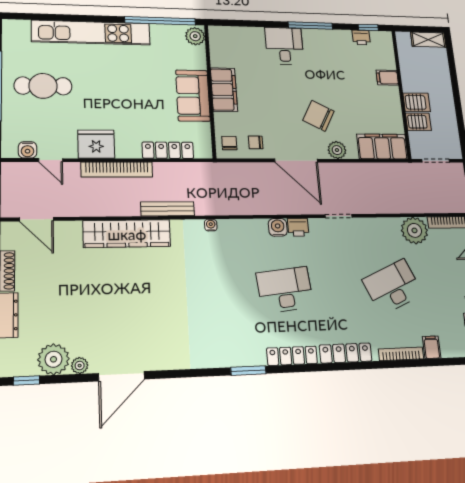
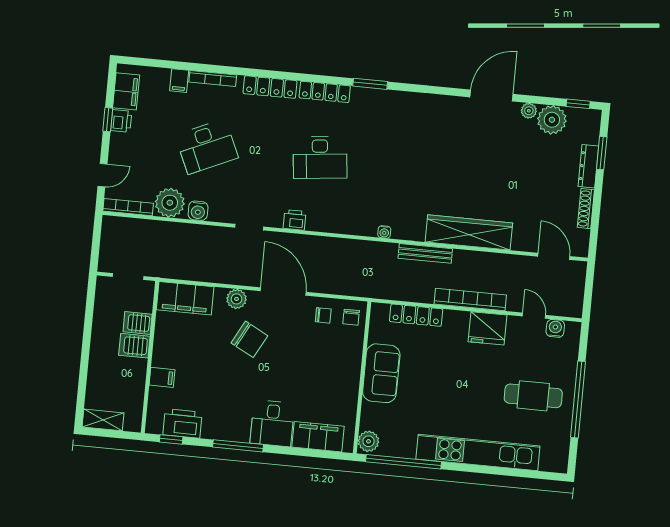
printer: (361, 37) -> (183, 423), width x1.87, depth x1.48
filing cabinet: (224, 90) -> (318, 437), moved, turned 90
water cooler: (278, 227) -> (198, 211), moved

